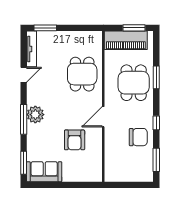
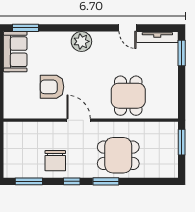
window: (134, 28) -> (182, 142), moved
piano: (126, 40) -> (167, 146), removed
dining table: (82, 74) -> (128, 96), turned 90
window: (156, 77) -> (106, 181), moved
window: (24, 119) -> (76, 28), removed

